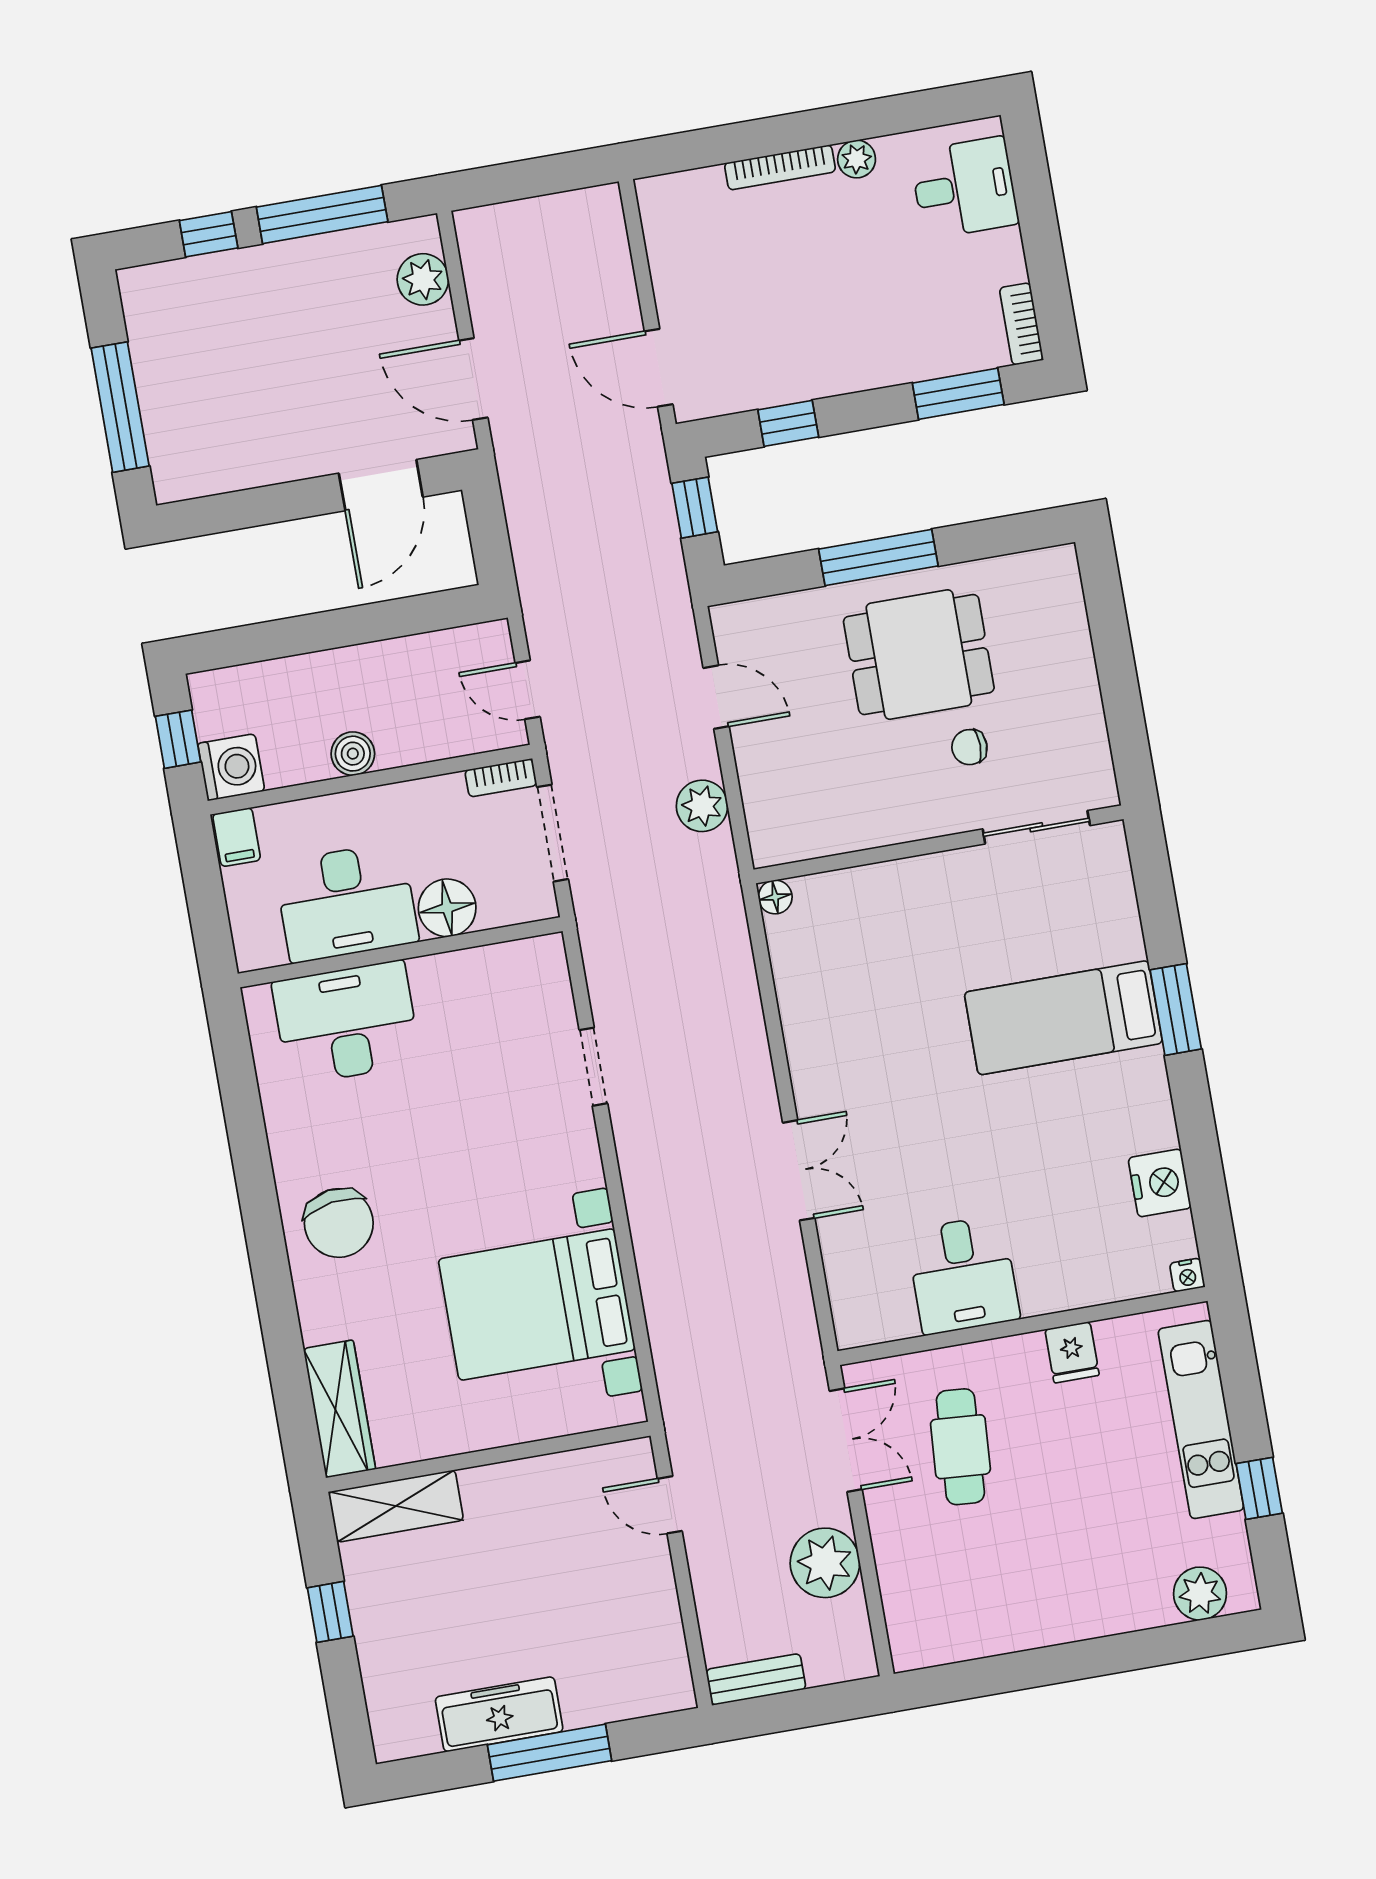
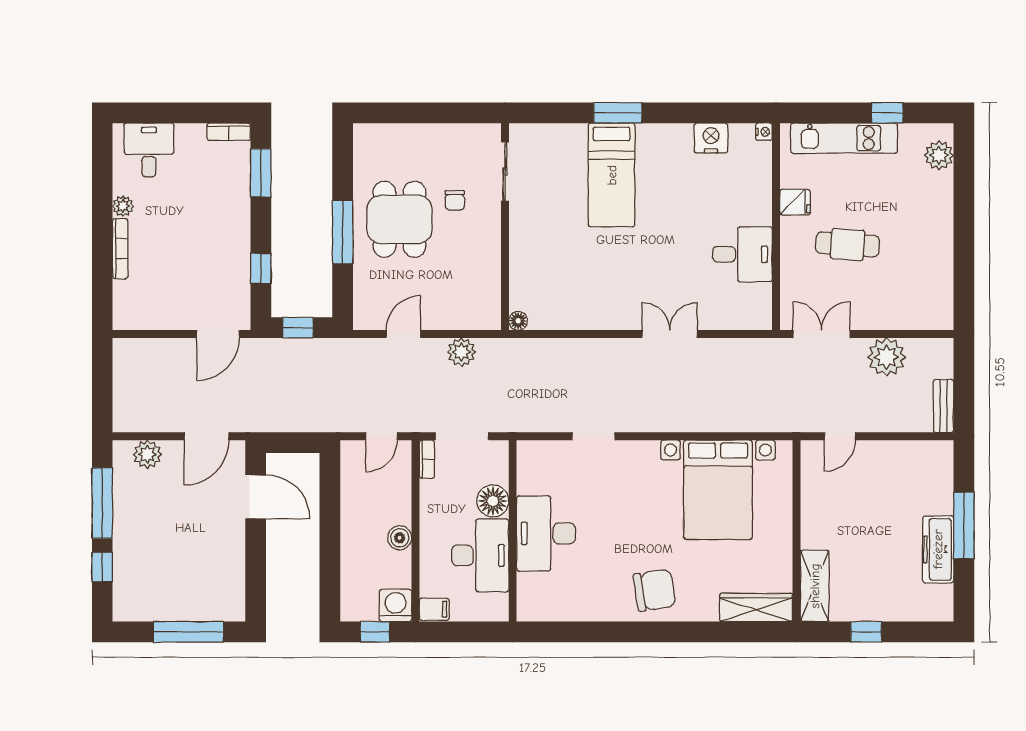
desk: (346, 1023) -> (546, 533), moved
cafe table: (960, 1447) -> (848, 244), moved

